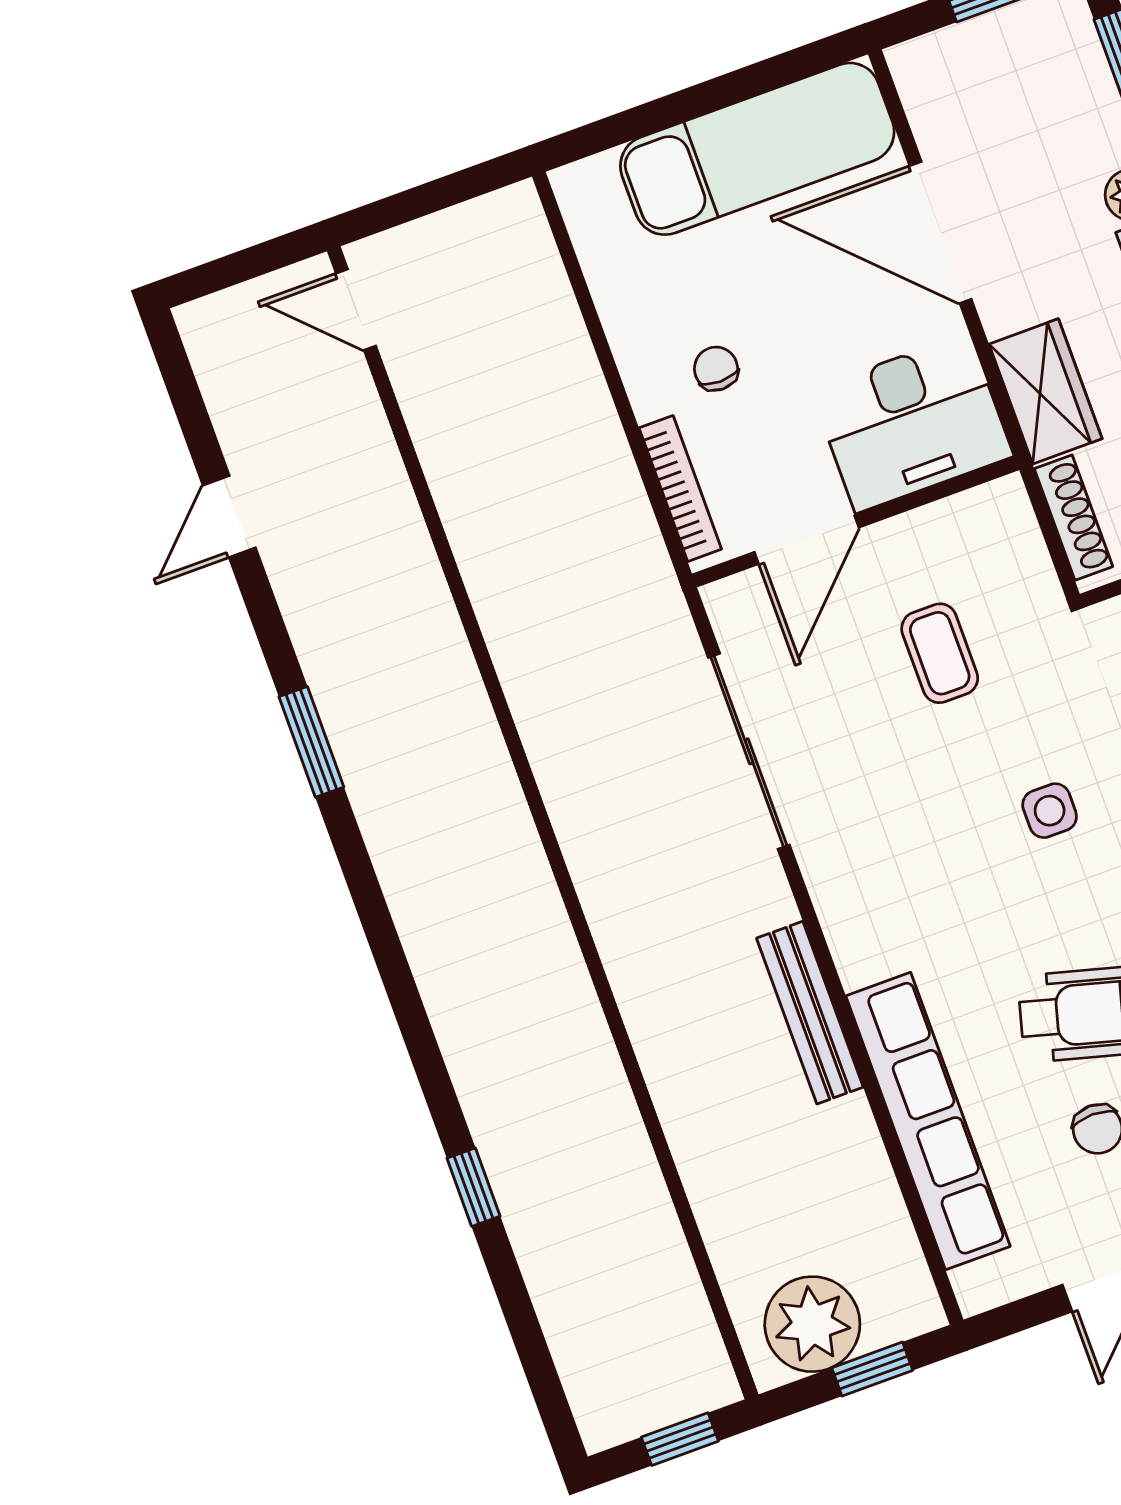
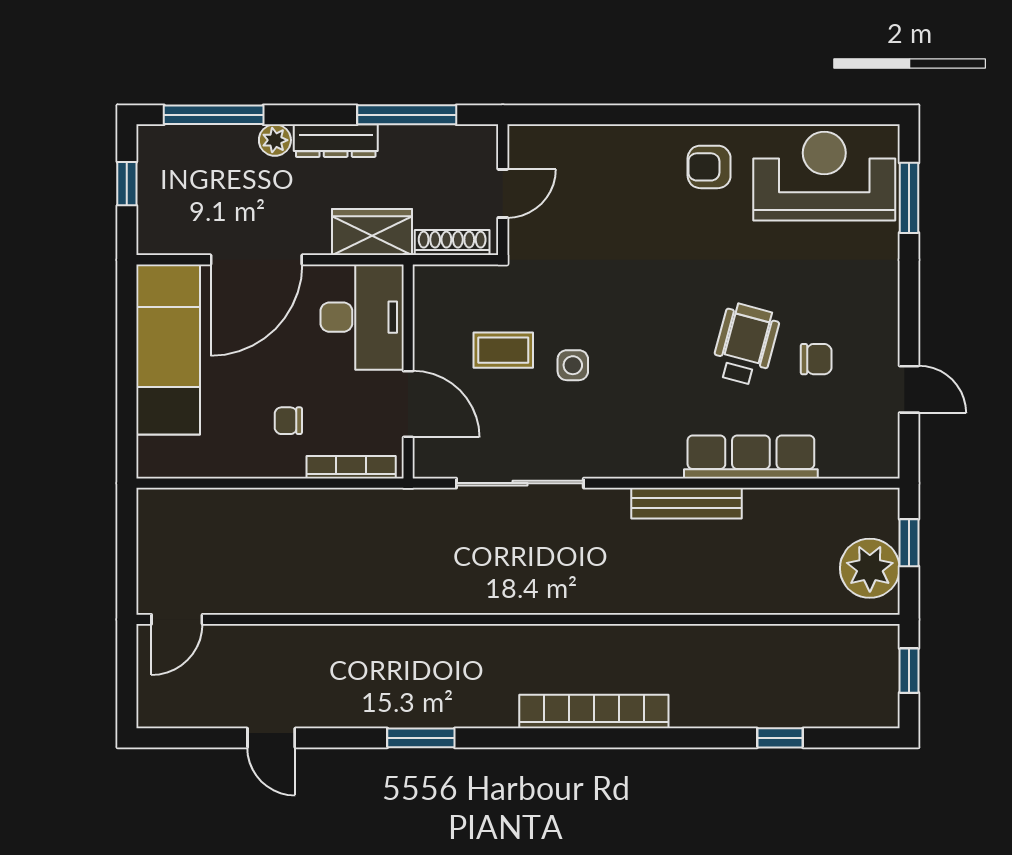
side table: (1050, 811) -> (573, 365), moved
bookcase: (446, 988) -> (594, 712), added
row of seats: (928, 1121) -> (751, 457), width x0.73
window: (473, 1187) -> (780, 738), moved

